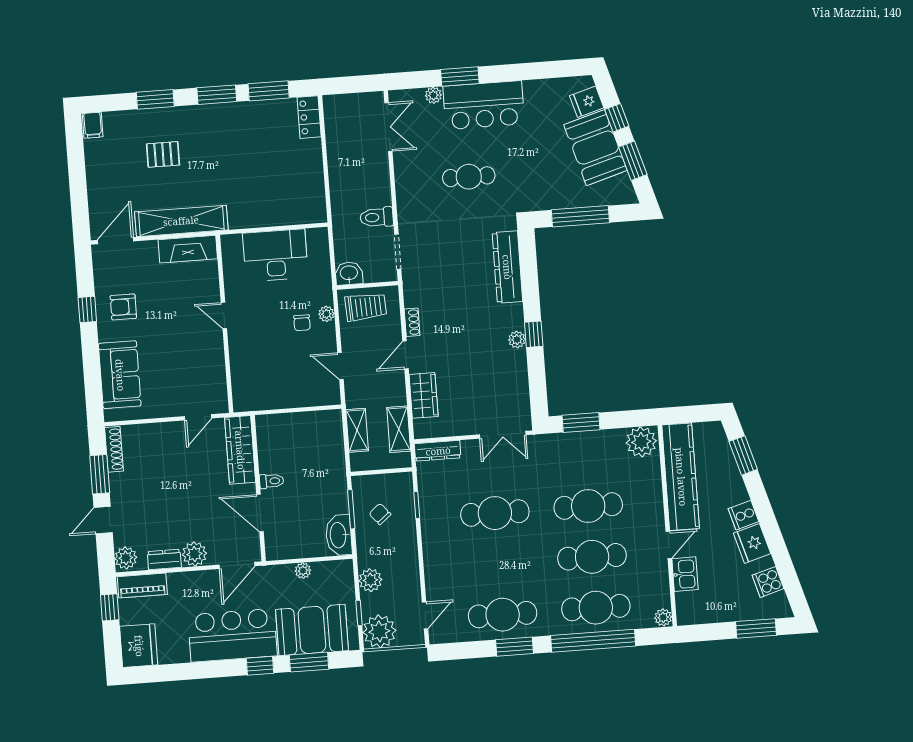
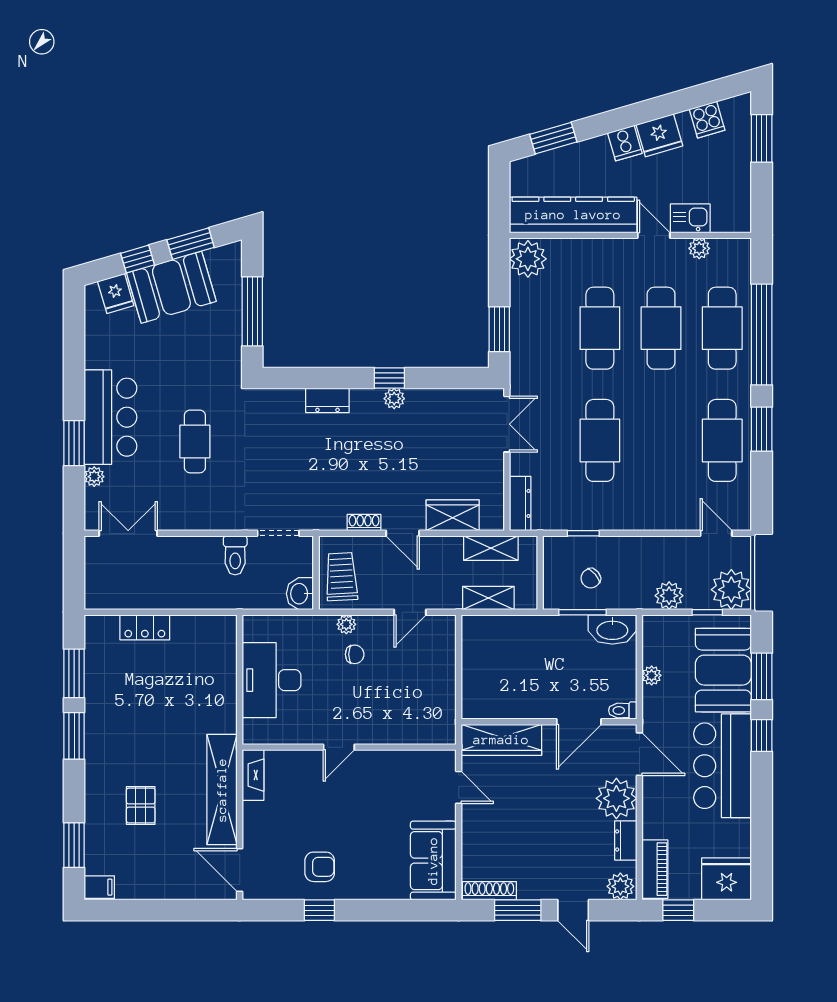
window: (155, 99) -> (74, 845), moved
locker: (309, 117) -> (145, 627), moved
fireplace: (188, 249) -> (253, 775), width x0.73, depth x0.76
dresser: (507, 267) -> (327, 400), width x0.51, depth x0.80
armchair: (123, 307) -> (320, 867), turned -90
sofa: (120, 375) -> (433, 861), moved, turned -90
toilet: (272, 481) -> (623, 710), moved, turned -90
plant: (194, 554) -> (616, 798), width x1.36, depth x1.36
plant: (663, 617) -> (699, 248), moved

